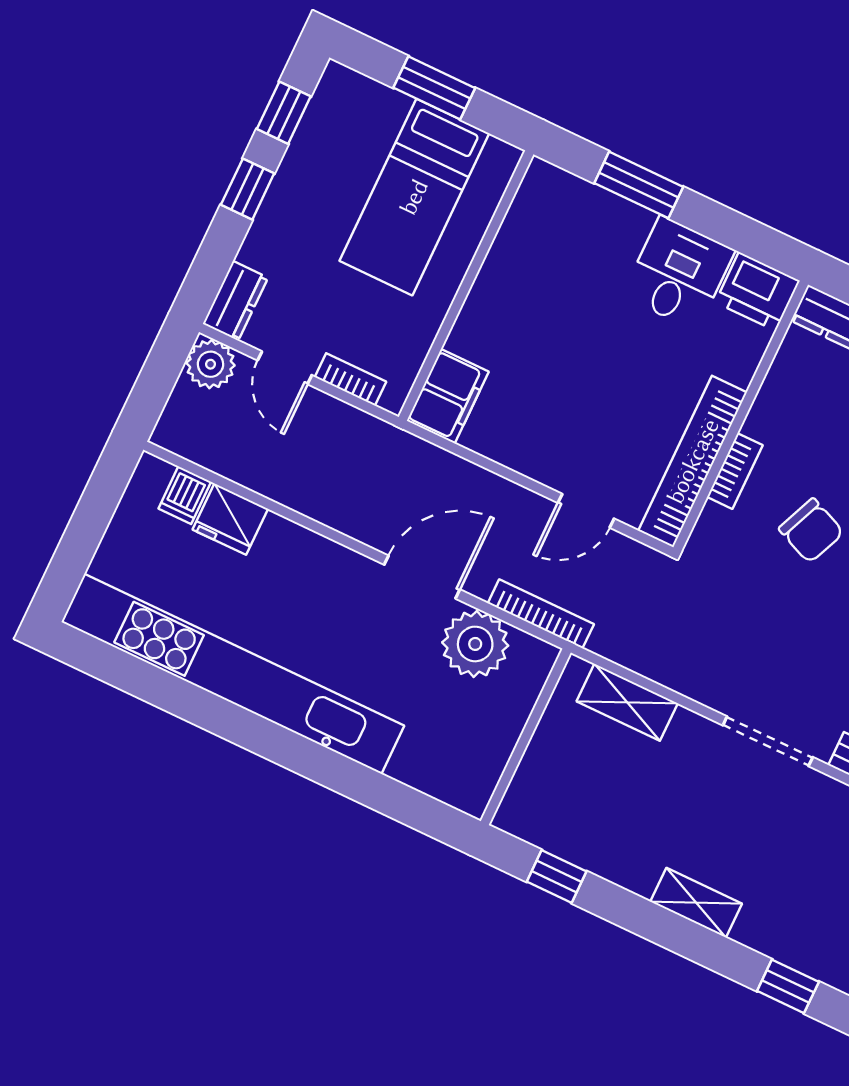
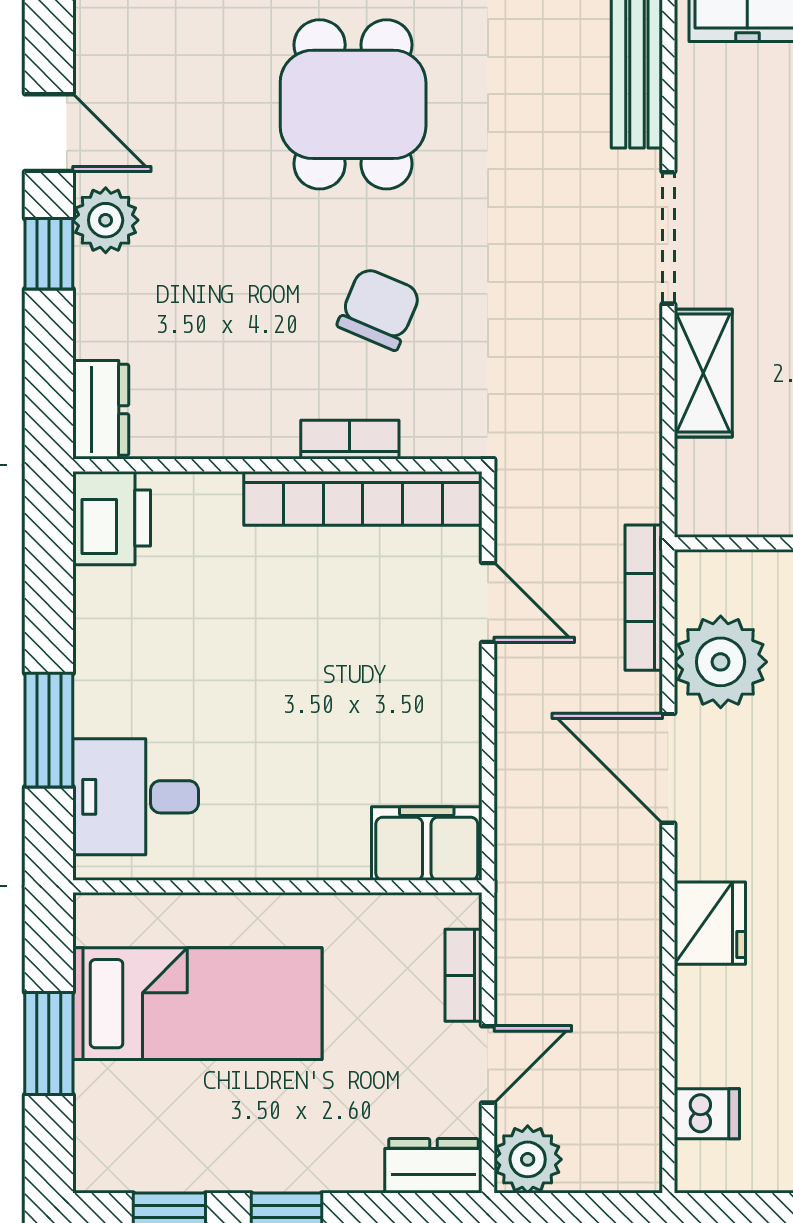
desk: (678, 273) -> (136, 797), moved
fridge: (230, 519) -> (710, 923), moved
shelving: (627, 702) -> (703, 373), moved

